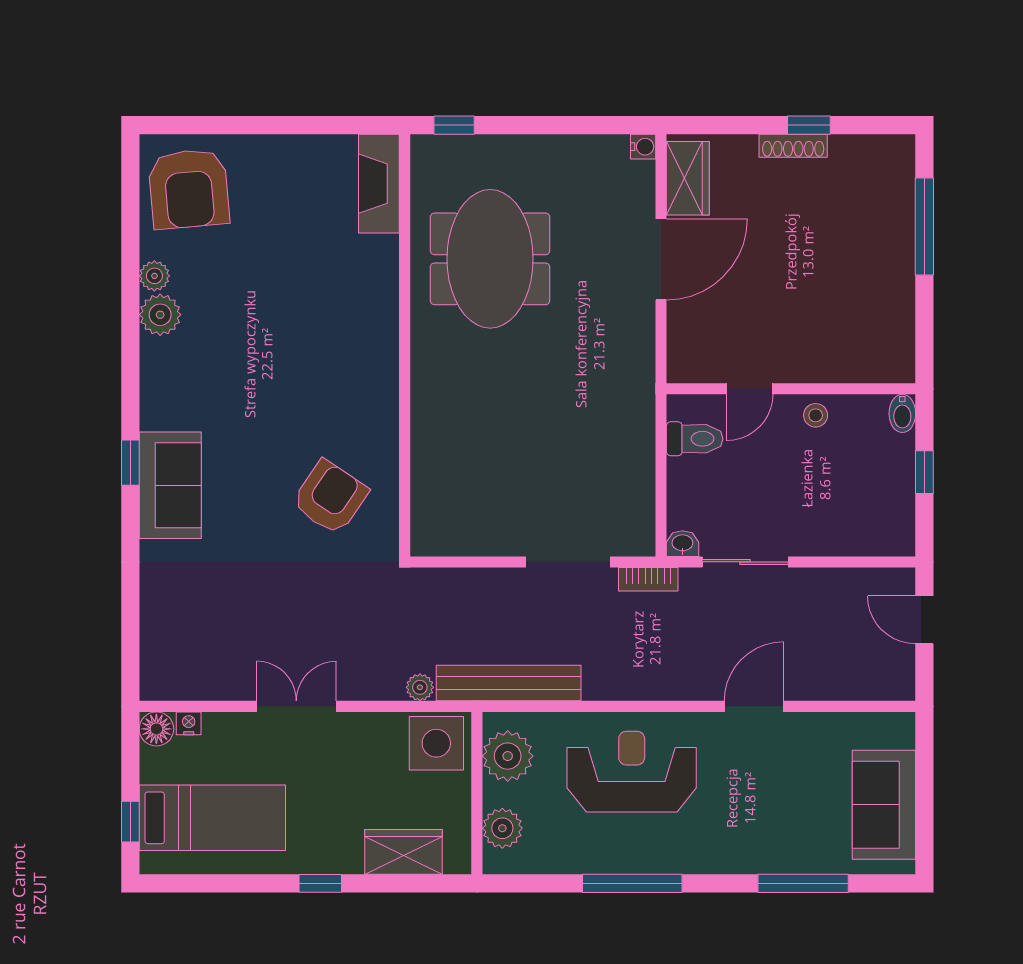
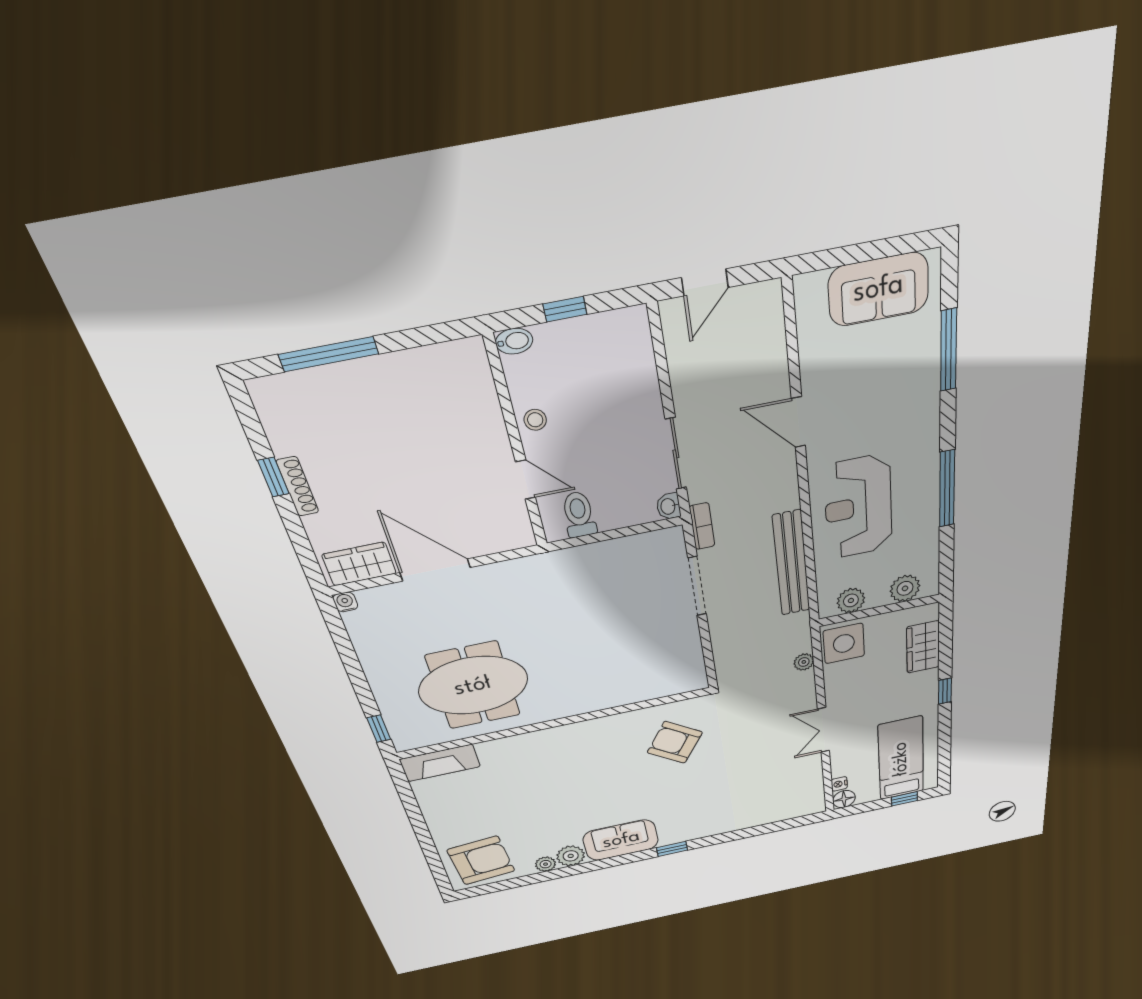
sofa: (170, 485) -> (621, 840), moved
bench: (509, 683) -> (791, 564), moved
plant: (508, 756) -> (851, 600), width x0.73, depth x0.73

